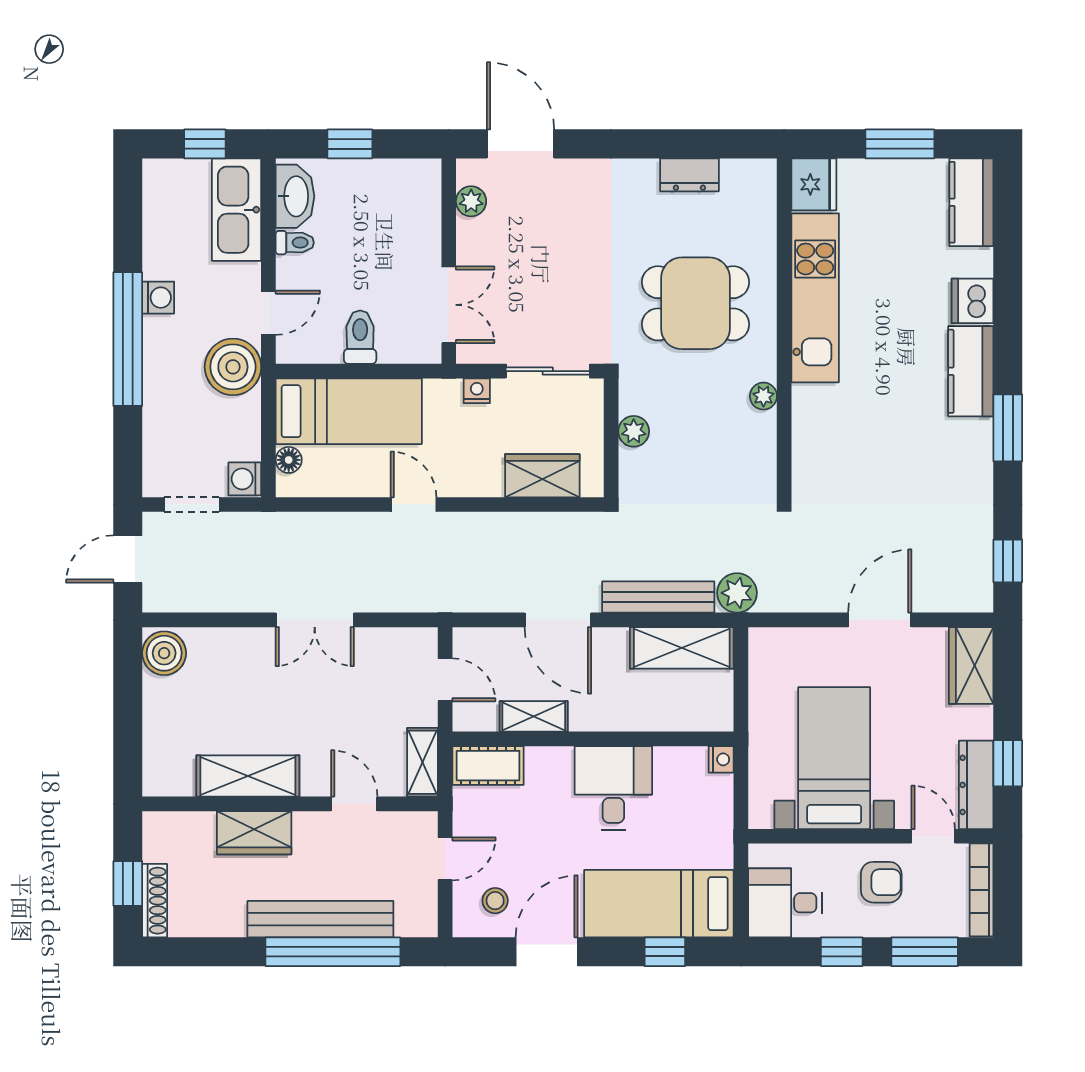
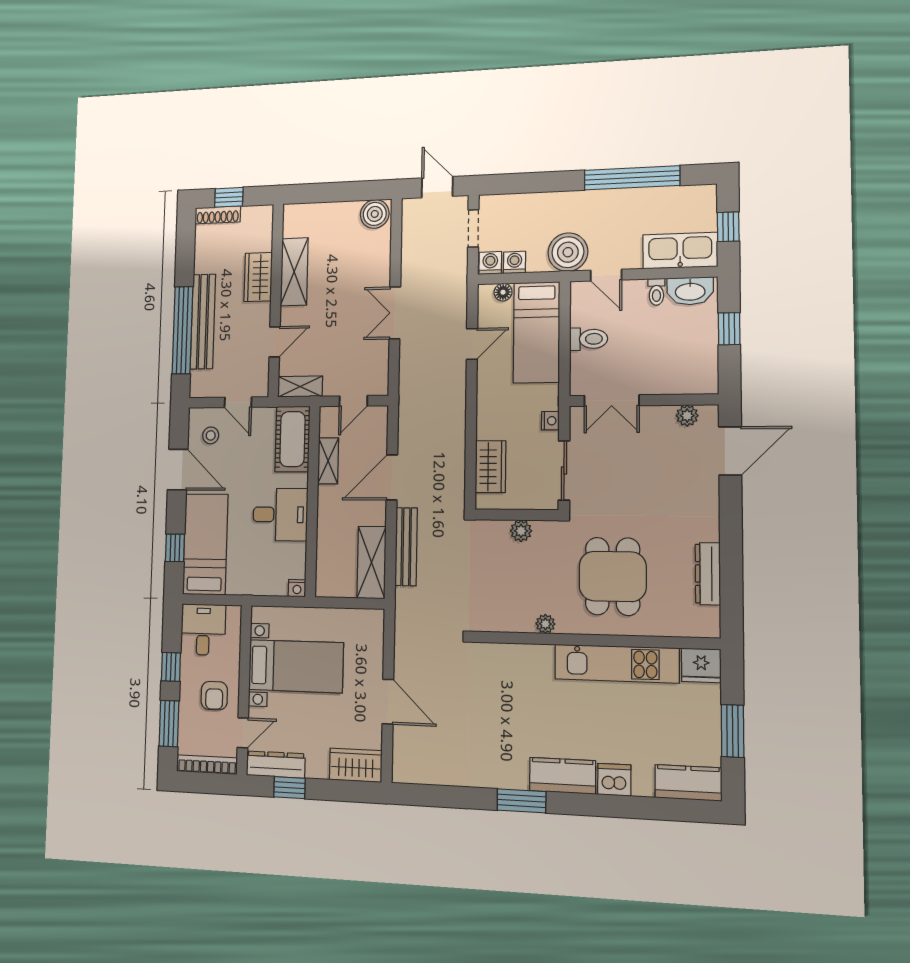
dresser: (689, 175) -> (708, 574), width x1.44
washing machine: (158, 298) -> (515, 262), moved, turned 180
window: (128, 339) -> (632, 178), moved
door: (413, 504) -> (472, 344), moved
window: (1008, 561) -> (427, 795), removed
plant: (737, 593) -> (408, 602), removed
cot: (488, 766) -> (292, 439), width x1.37, depth x1.34

